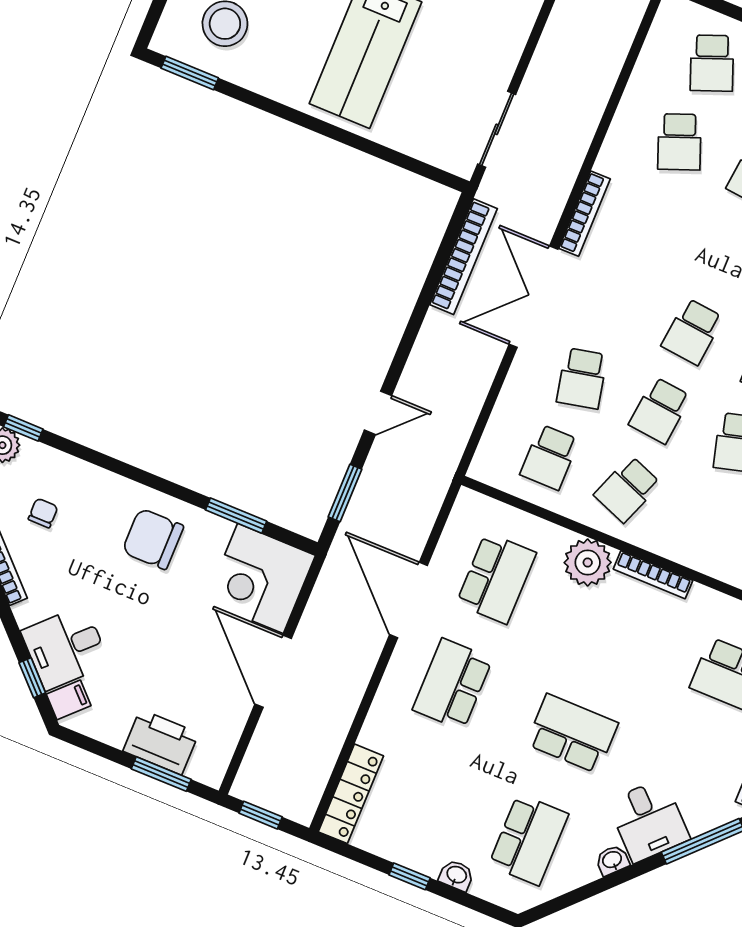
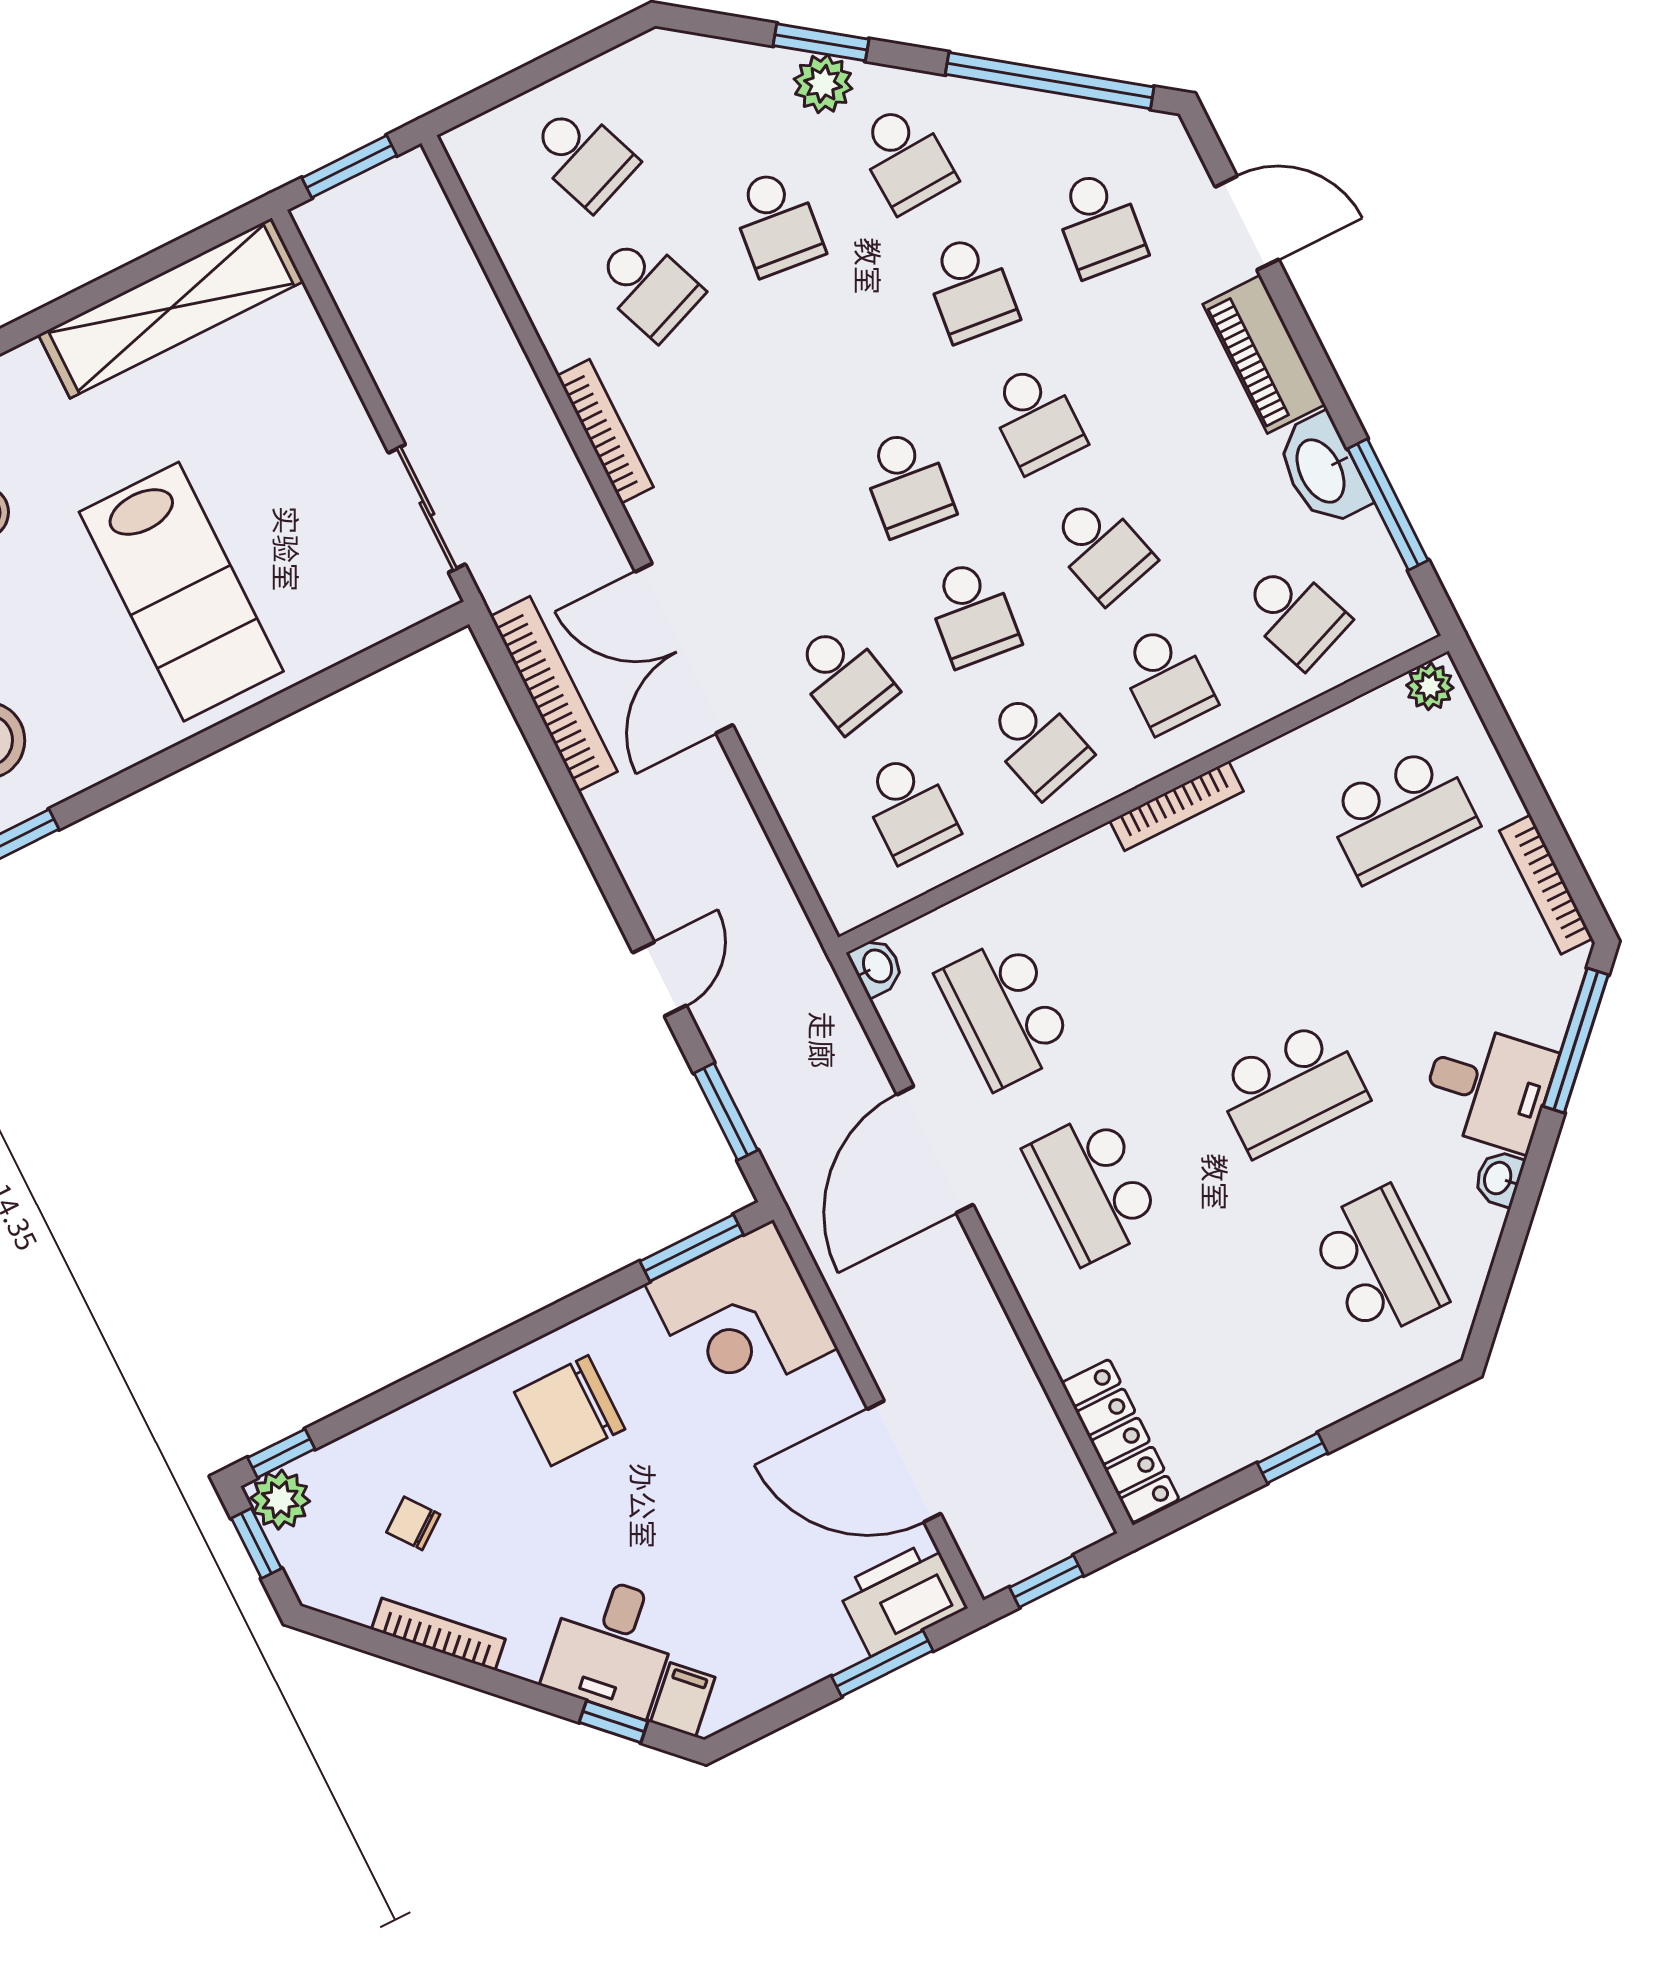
bookcase: (585, 214) -> (605, 431), moved
school desk: (627, 489) -> (1037, 743), turned -36
chair: (43, 513) -> (413, 1523), turned -37
window: (236, 516) -> (692, 1248), moved
school desk: (705, 521) -> (1166, 679), added
plant: (588, 562) -> (1087, 877), removed
school desk: (496, 578) -> (1005, 1012), turned 180
door: (408, 600) -> (935, 1150), hinge flipped
door: (273, 671) -> (904, 1461), moved
school desk: (572, 734) -> (1291, 1088), turned 180
printer: (161, 742) -> (902, 1597), moved
washbasin: (456, 875) -> (876, 967), moved, turned 90

